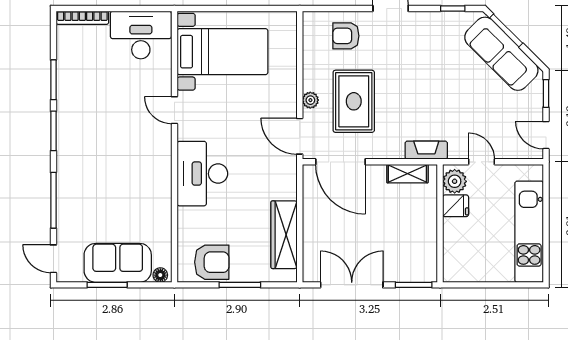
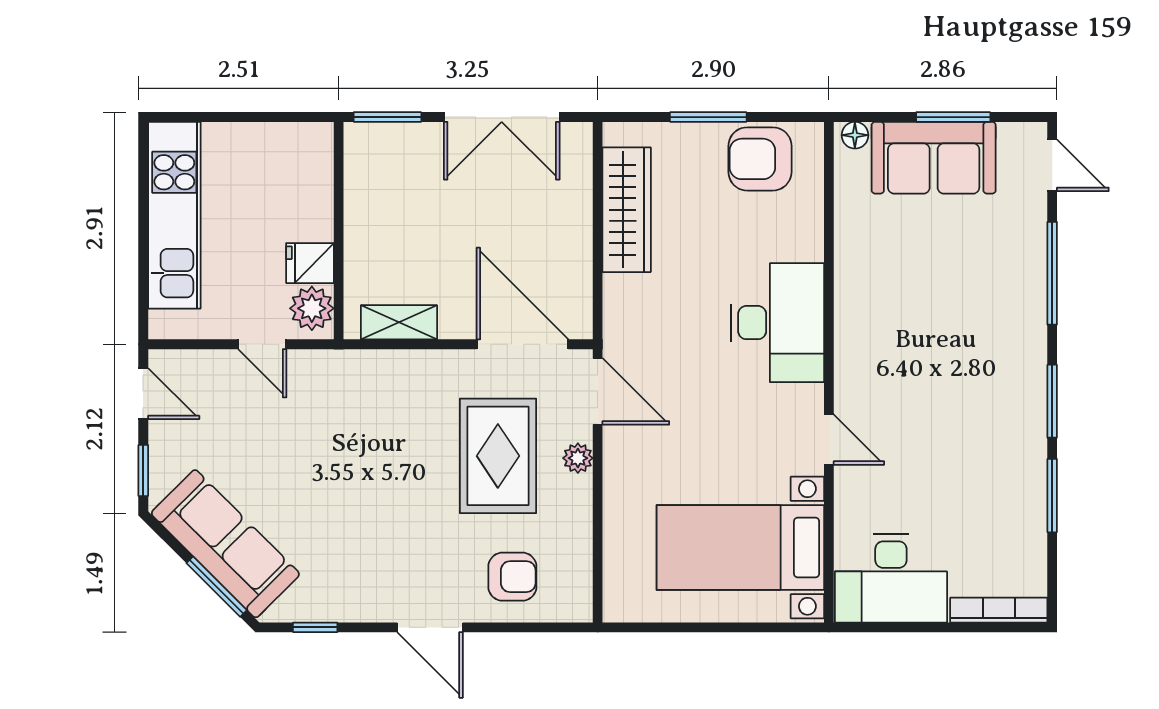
fireplace: (426, 150) -> (364, 366), removed

